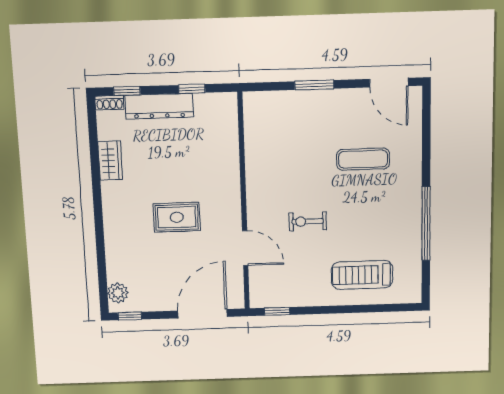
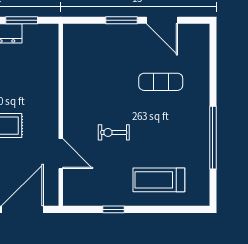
door: (389, 83) -> (162, 20), moved
window: (192, 89) -> (22, 20), width x1.50
window: (277, 311) -> (114, 209), moved

